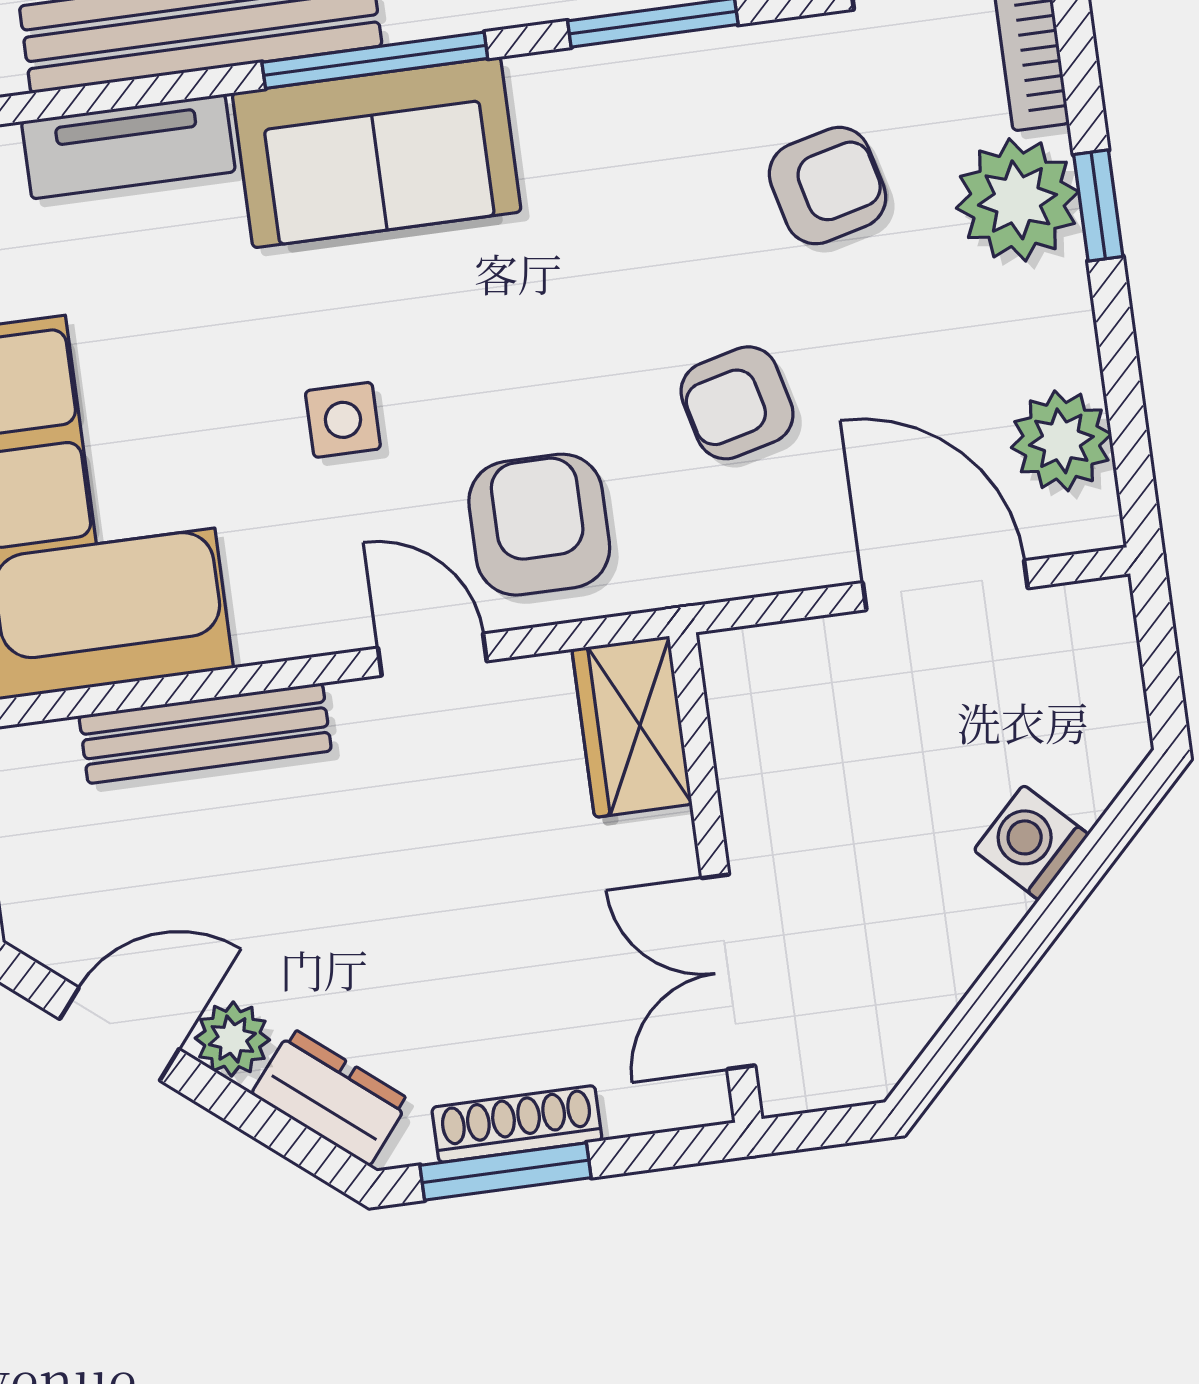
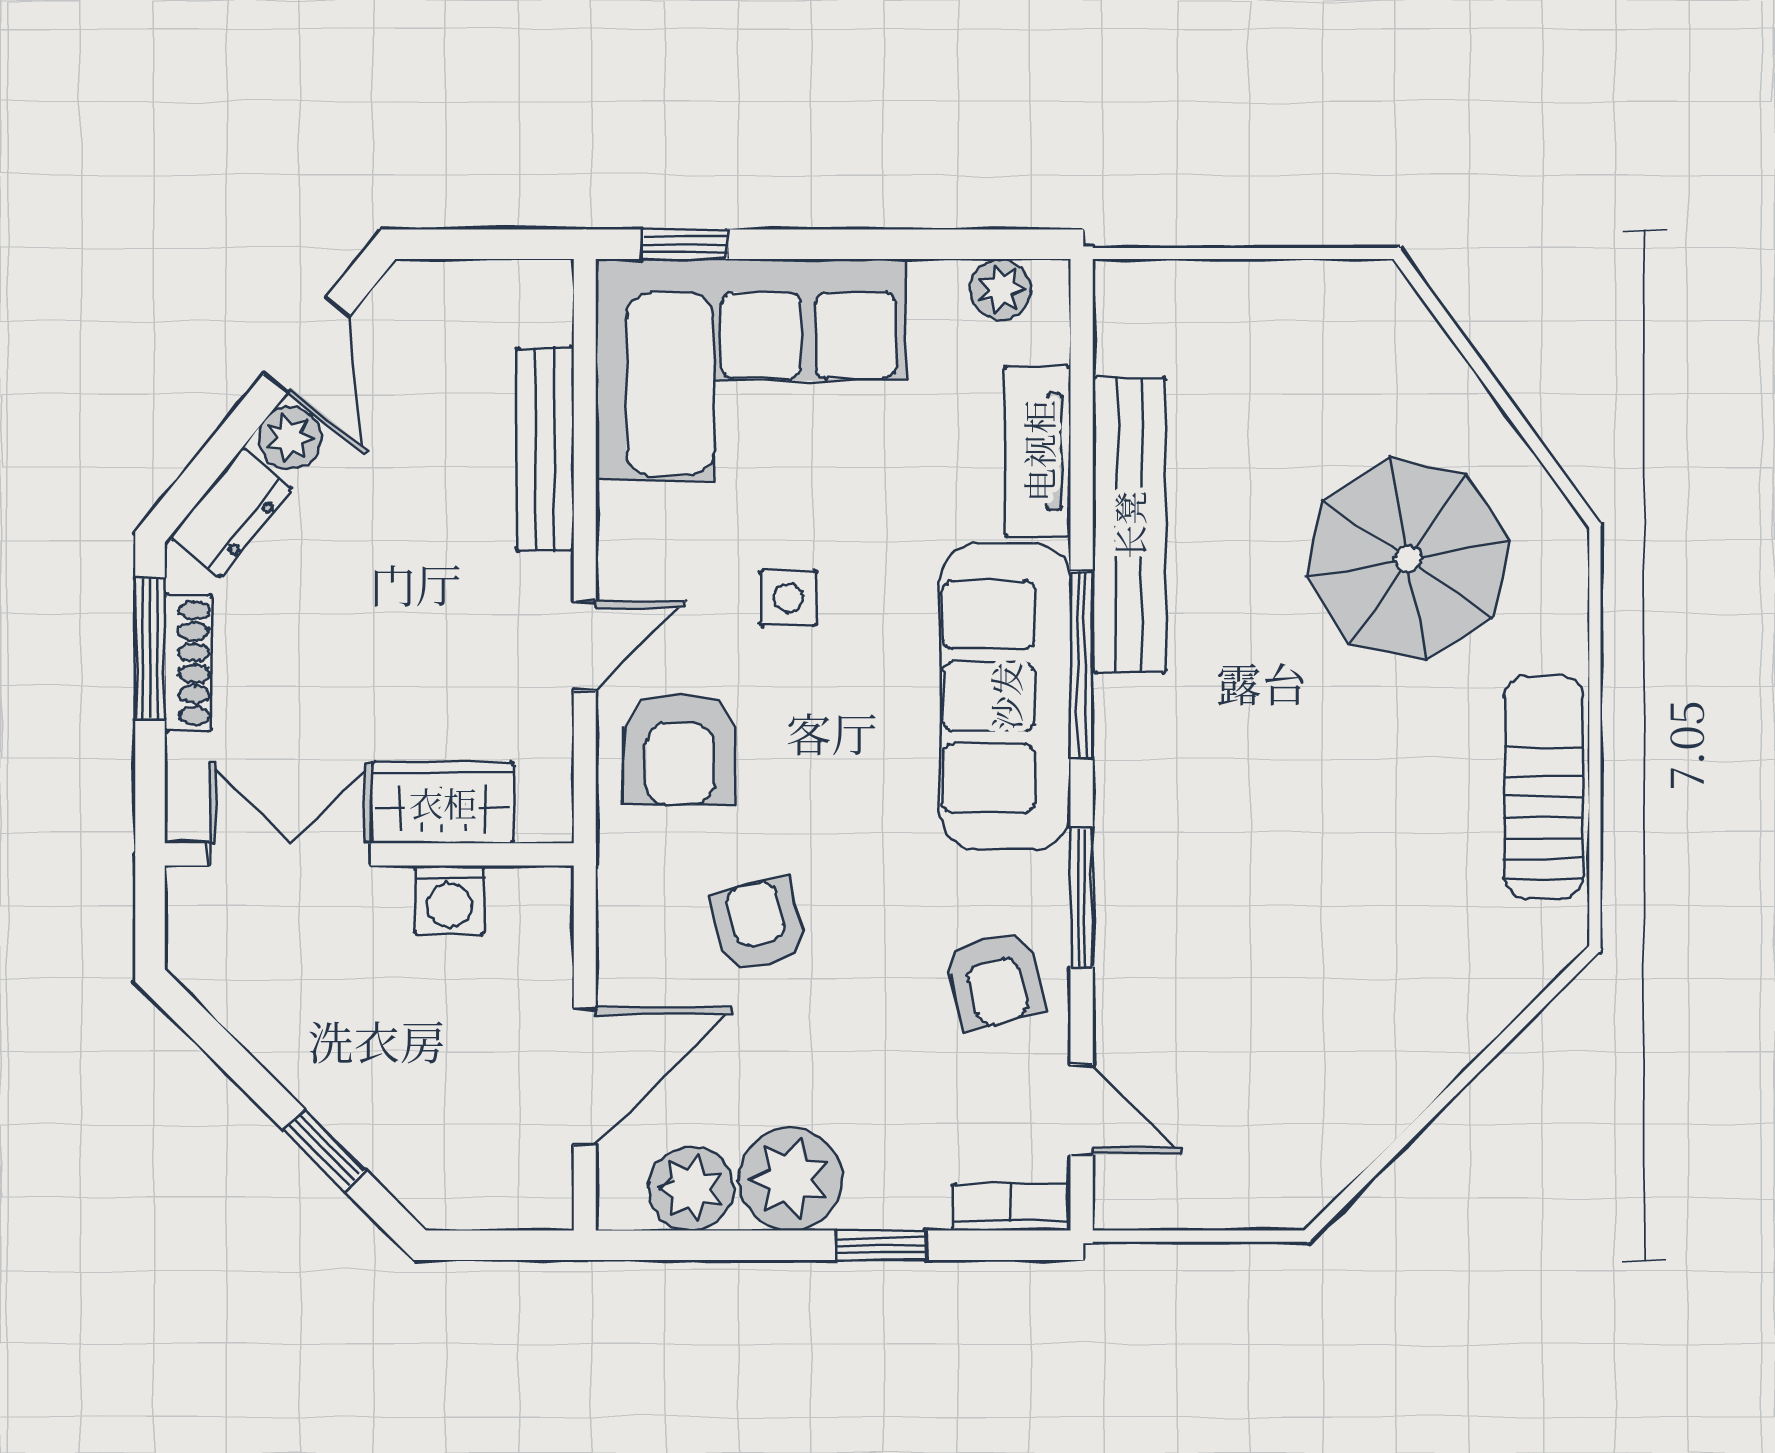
sofa: (377, 152) -> (1005, 696), width x1.36
armchair: (828, 186) -> (995, 980), moved
plant: (1017, 200) -> (790, 1179), moved
armchair: (539, 525) -> (680, 748), turned 90
wardrobe: (632, 727) -> (443, 802), moved
washing machine: (1031, 842) -> (449, 900), moved, turned 135
window: (1075, 883) -> (325, 1150), added

